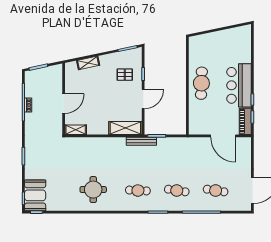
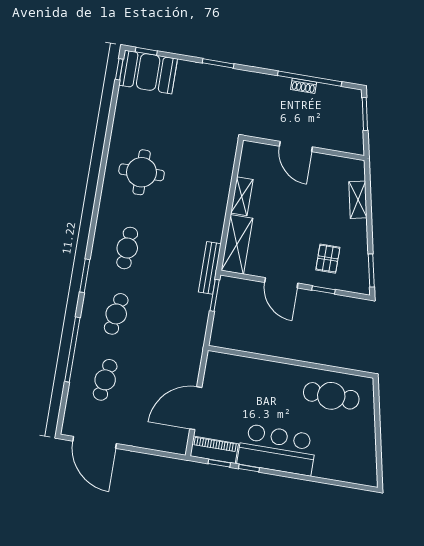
cafe table: (201, 83) -> (331, 396), moved
shelving: (76, 130) -> (242, 196), moved

